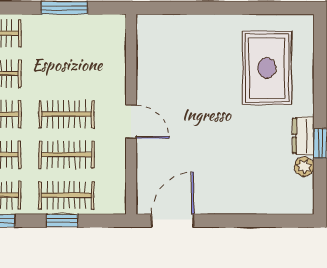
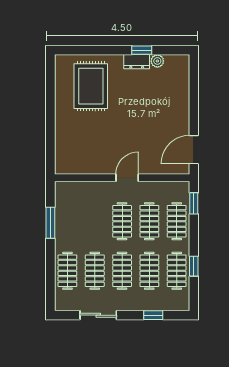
rug: (267, 68) -> (91, 86), turned 90
window: (62, 221) -> (194, 203), moved
door: (173, 221) -> (194, 150), hinge flipped

